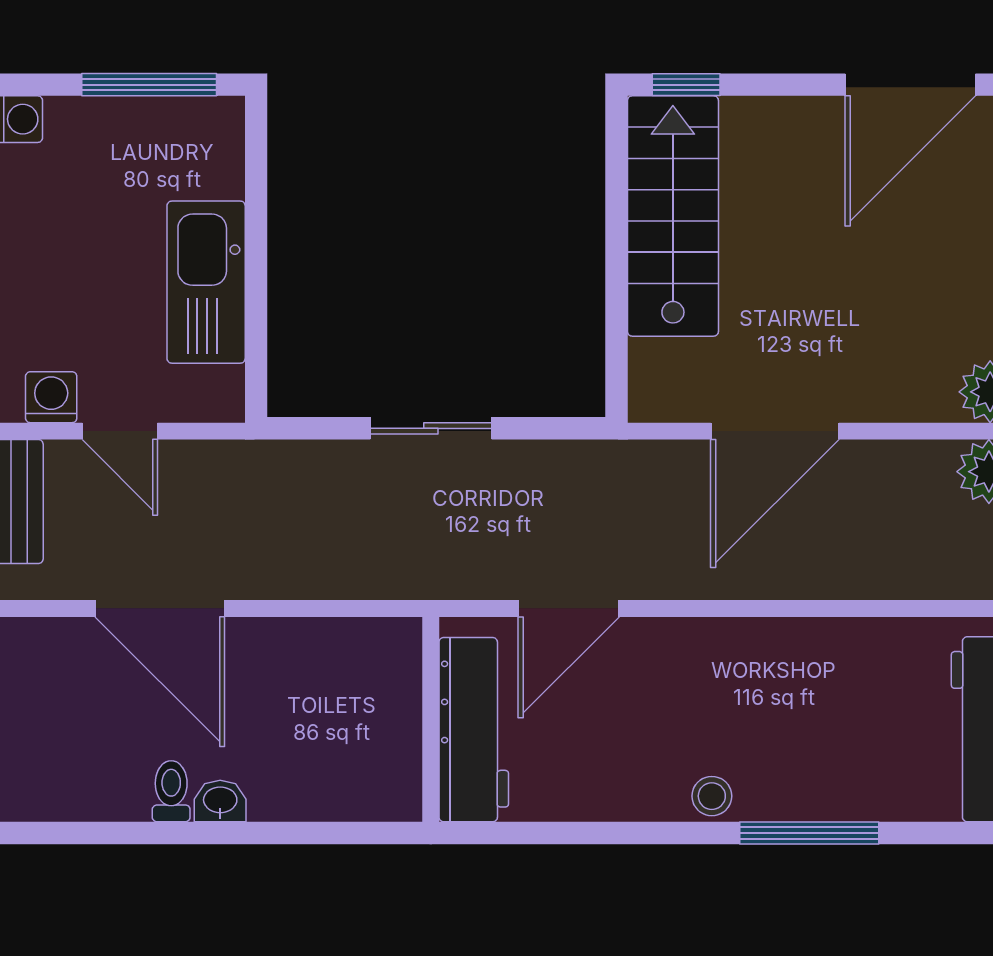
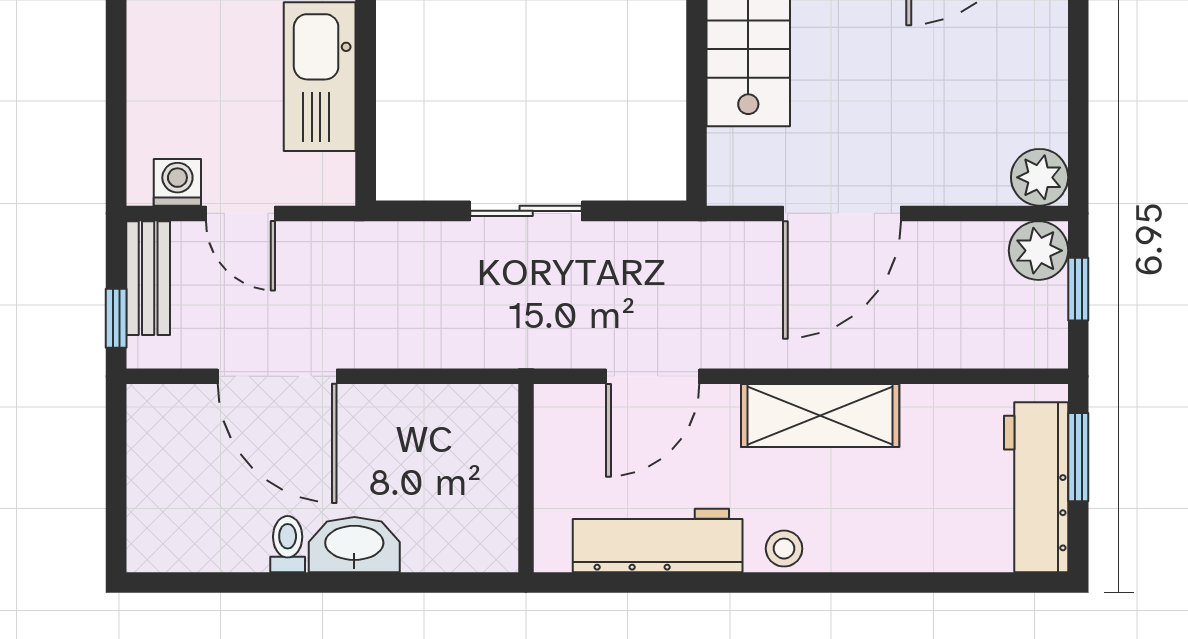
shelving: (751, 651) -> (820, 416), added
workbench: (474, 730) -> (658, 540), moved, turned -90
washbasin: (220, 801) -> (354, 545), width x1.91, depth x1.45
window: (809, 833) -> (873, 582), removed

